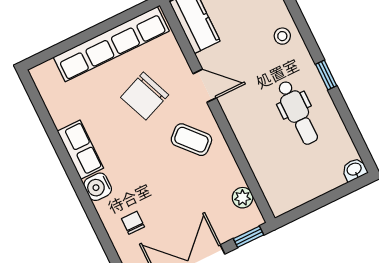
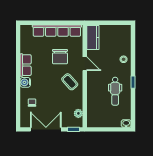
chair: (145, 96) -> (60, 57), turned -68

